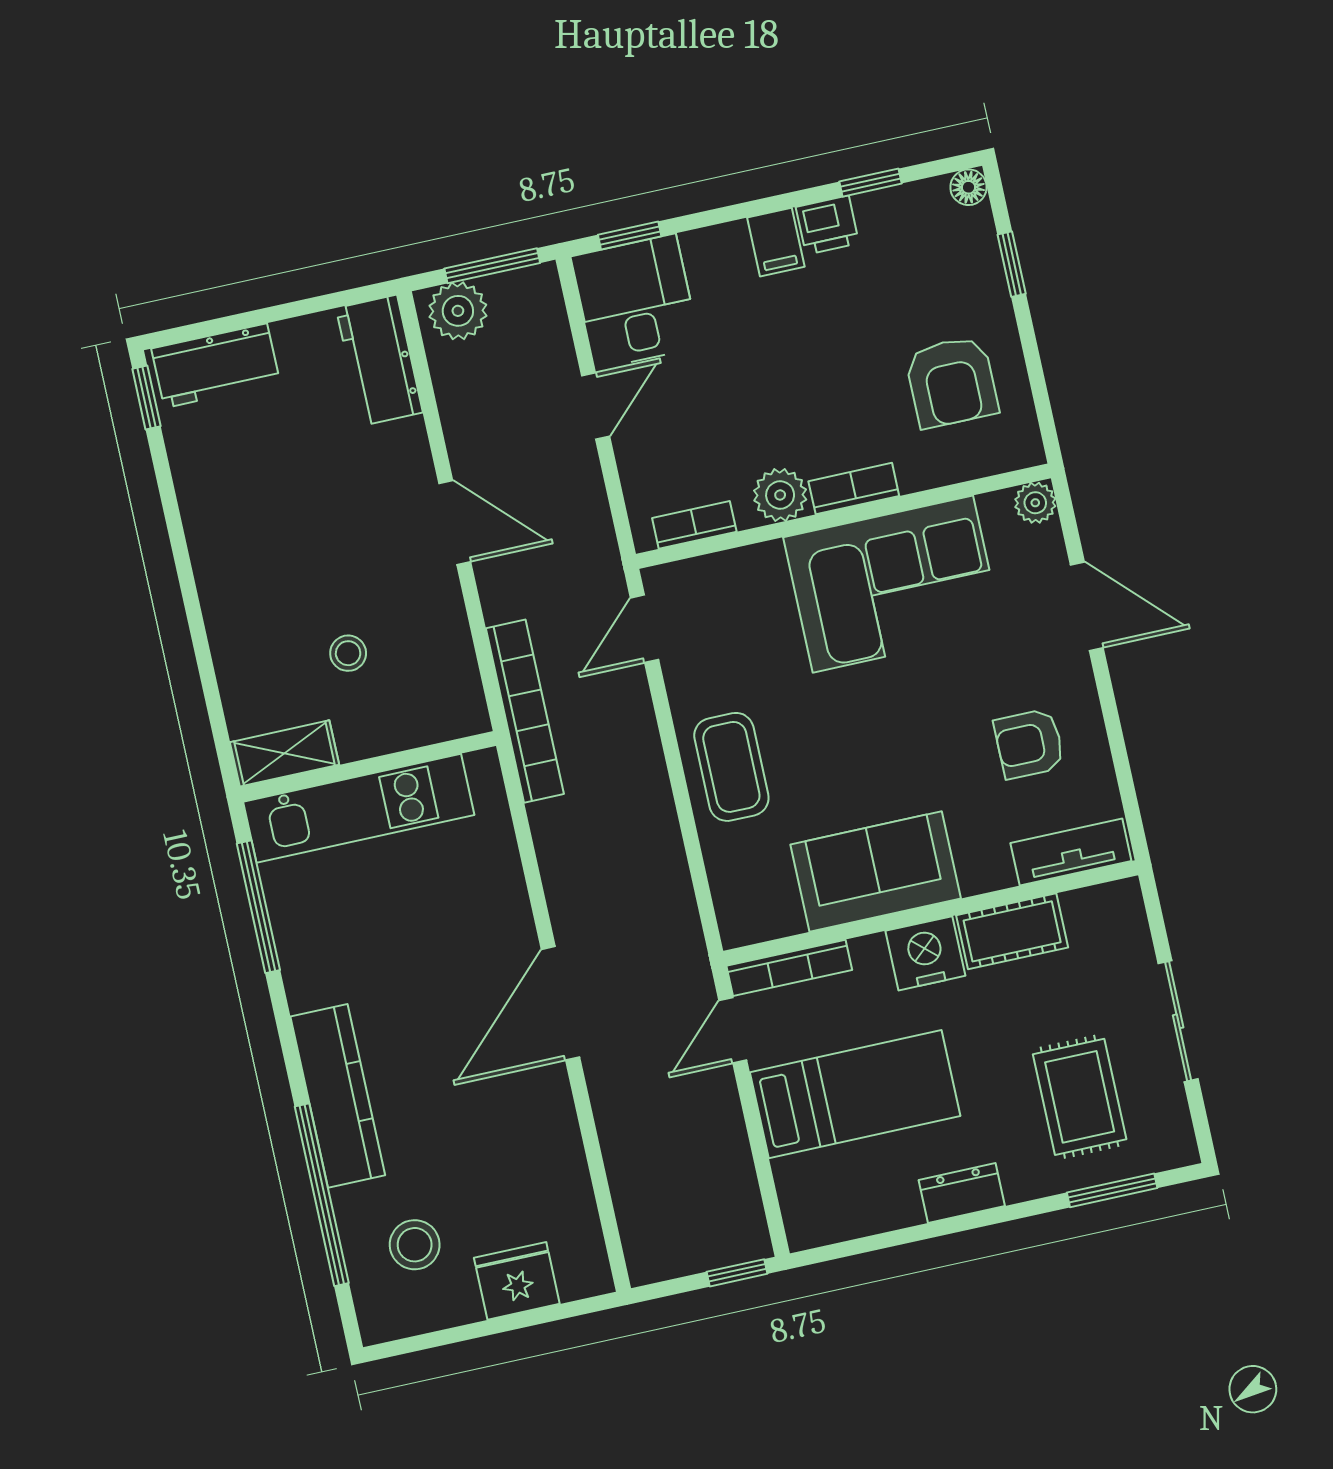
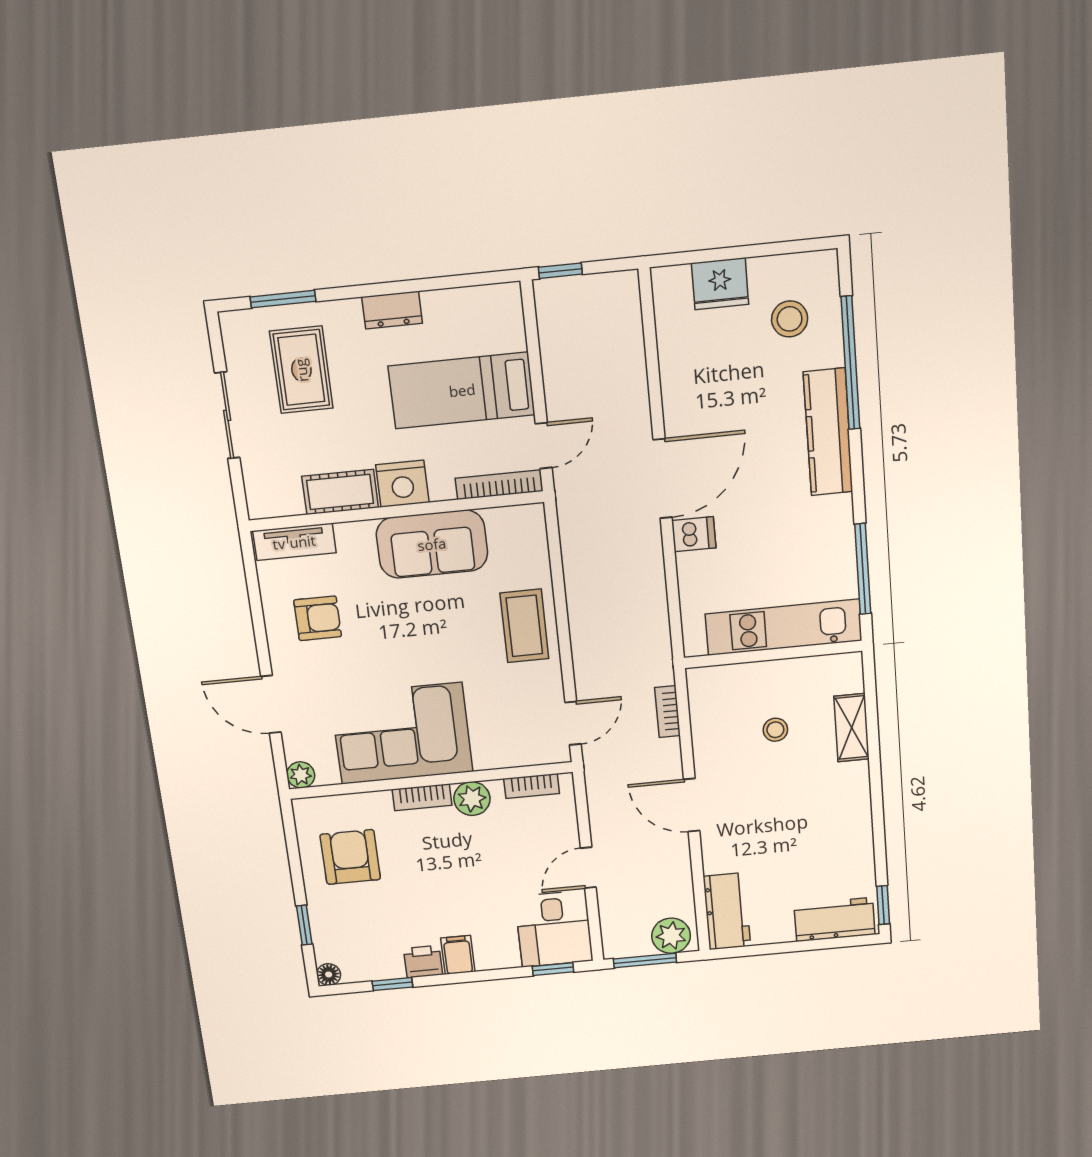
bookcase: (525, 711) -> (667, 712), width x0.43, depth x0.76
shelving: (285, 753) -> (852, 728), moved, turned 90
dishwasher: (506, 929) -> (694, 534), added

